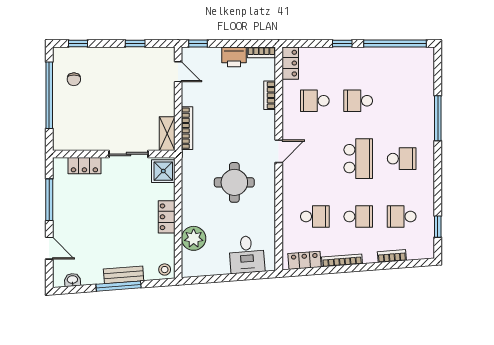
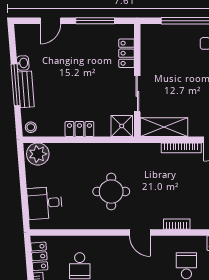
bookcase: (270, 95) -> (177, 224), moved
bookcase: (187, 128) -> (181, 148), moved
shelving: (167, 134) -> (164, 127), width x1.50, depth x1.33
plant: (194, 238) -> (38, 154), moved
washbasin: (72, 280) -> (23, 63), moved

